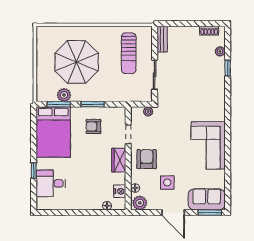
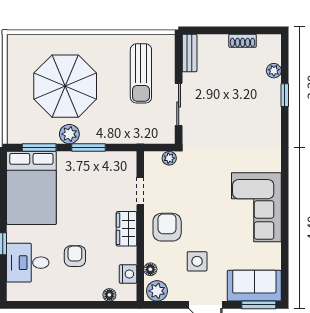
shoe rack: (209, 31) -> (243, 41), moved
plant: (64, 95) -> (69, 134), moved
armchair: (93, 126) -> (75, 256), moved, turned 90

